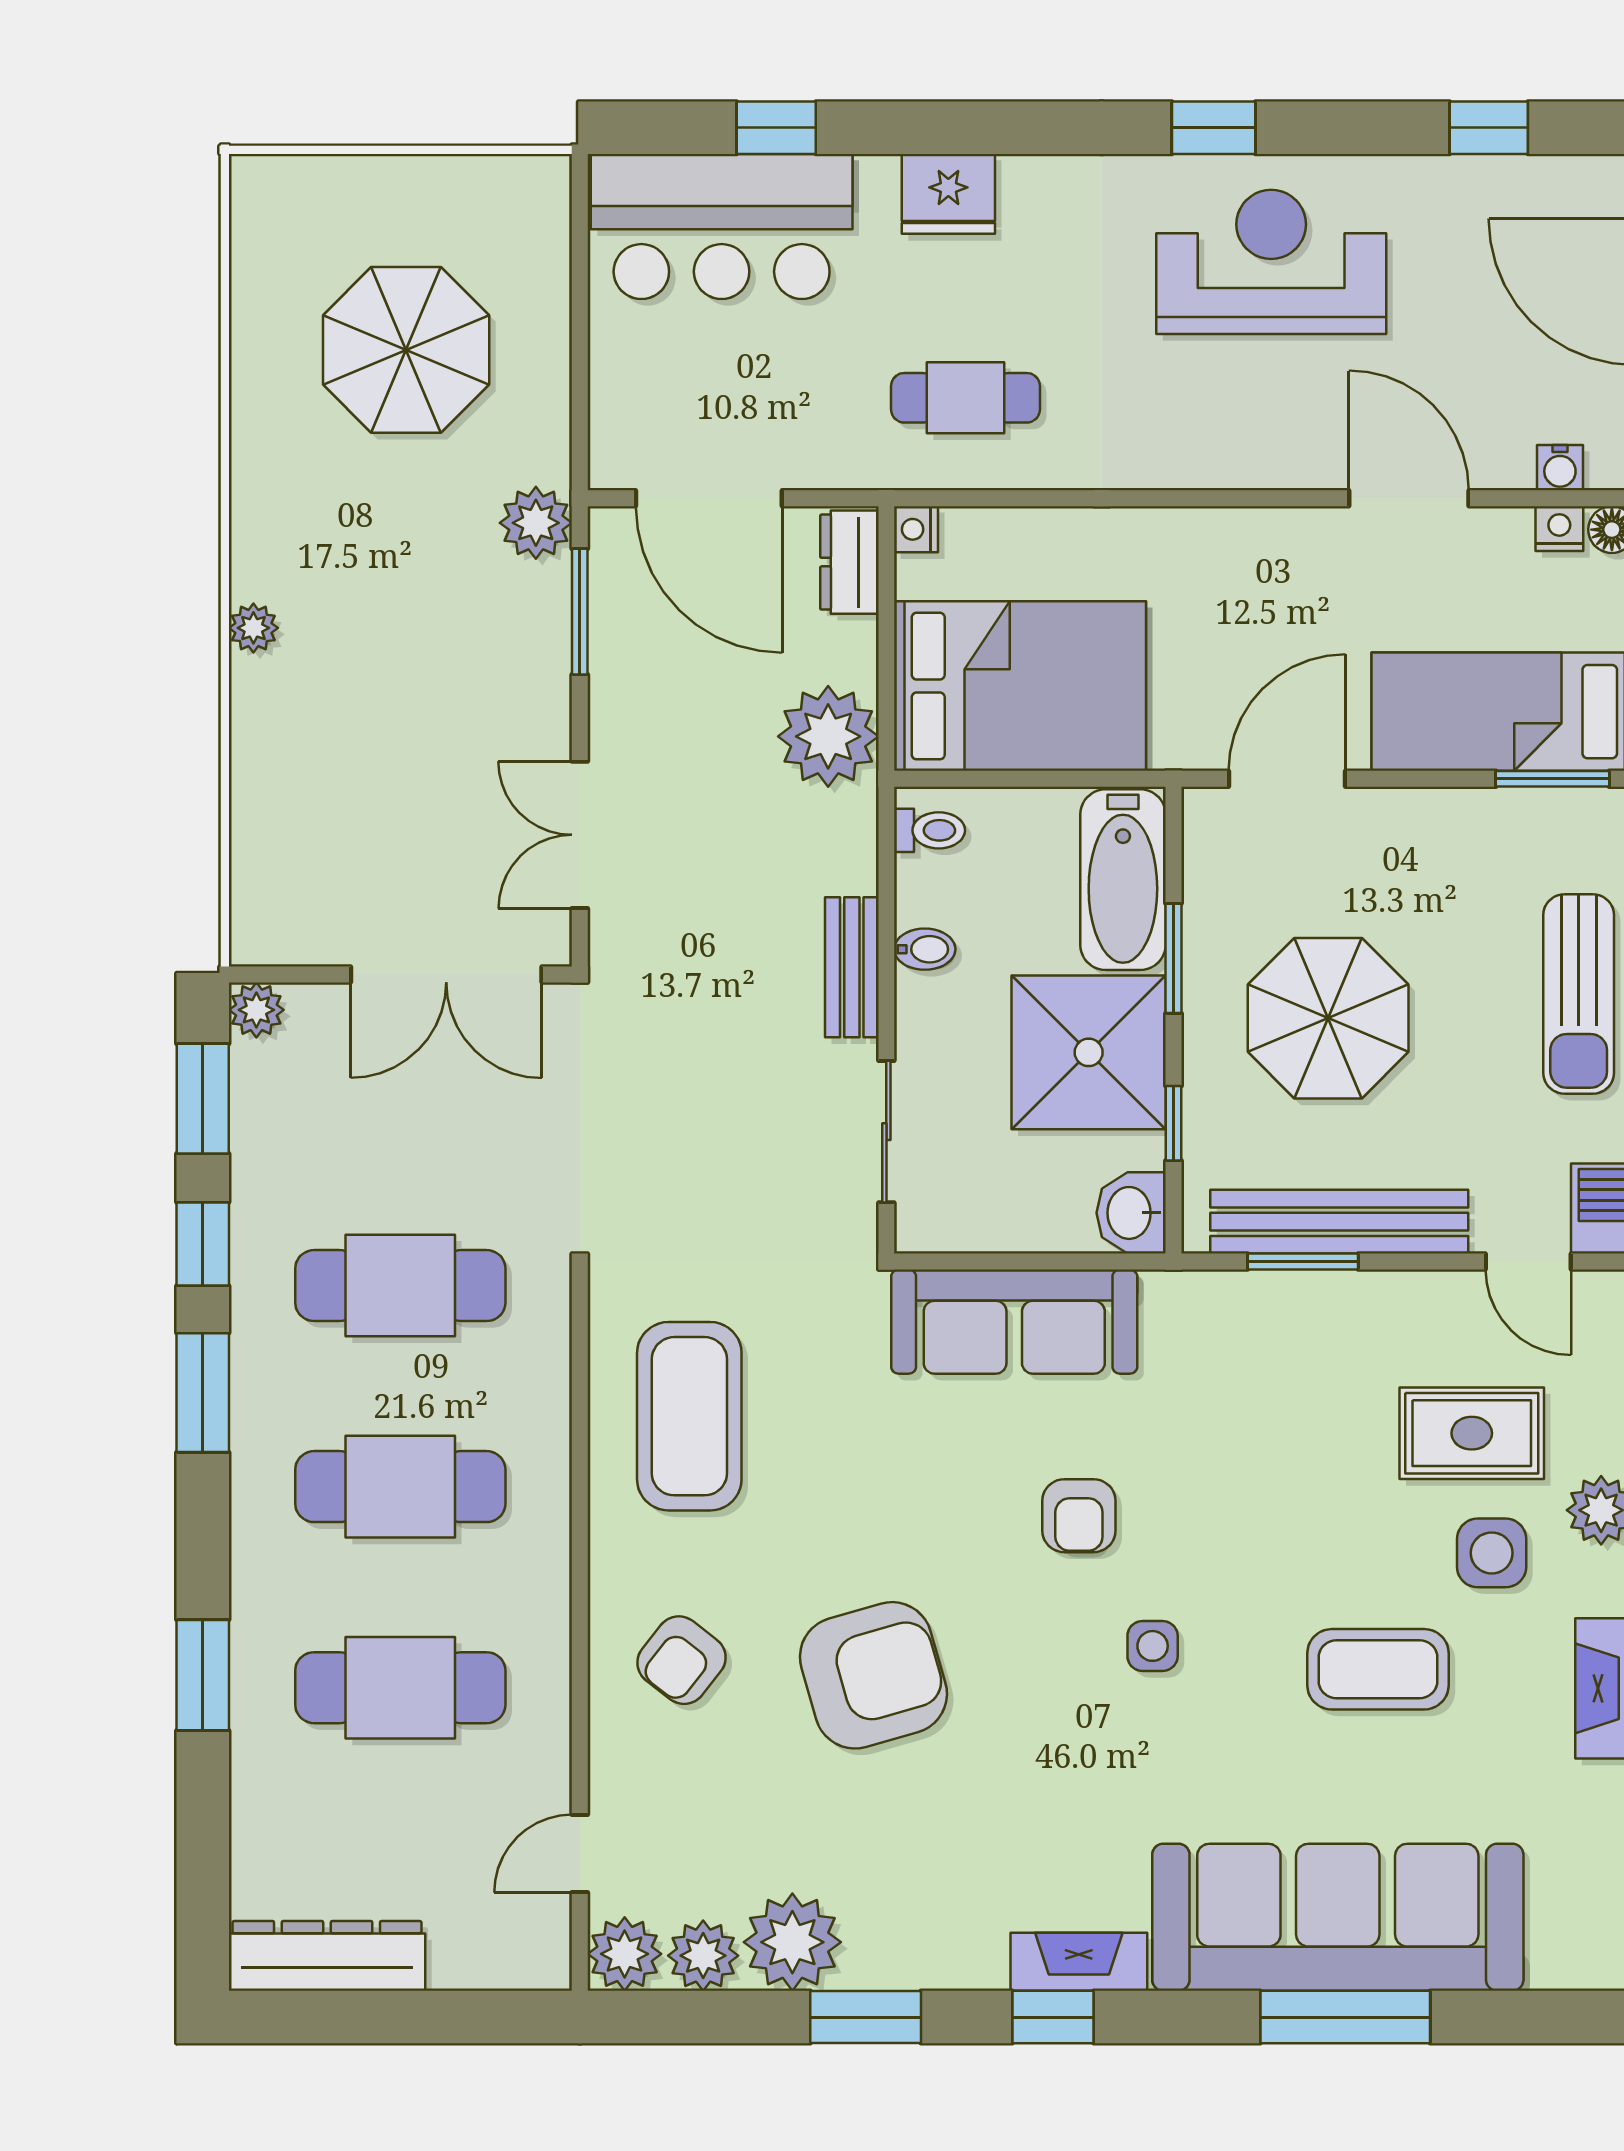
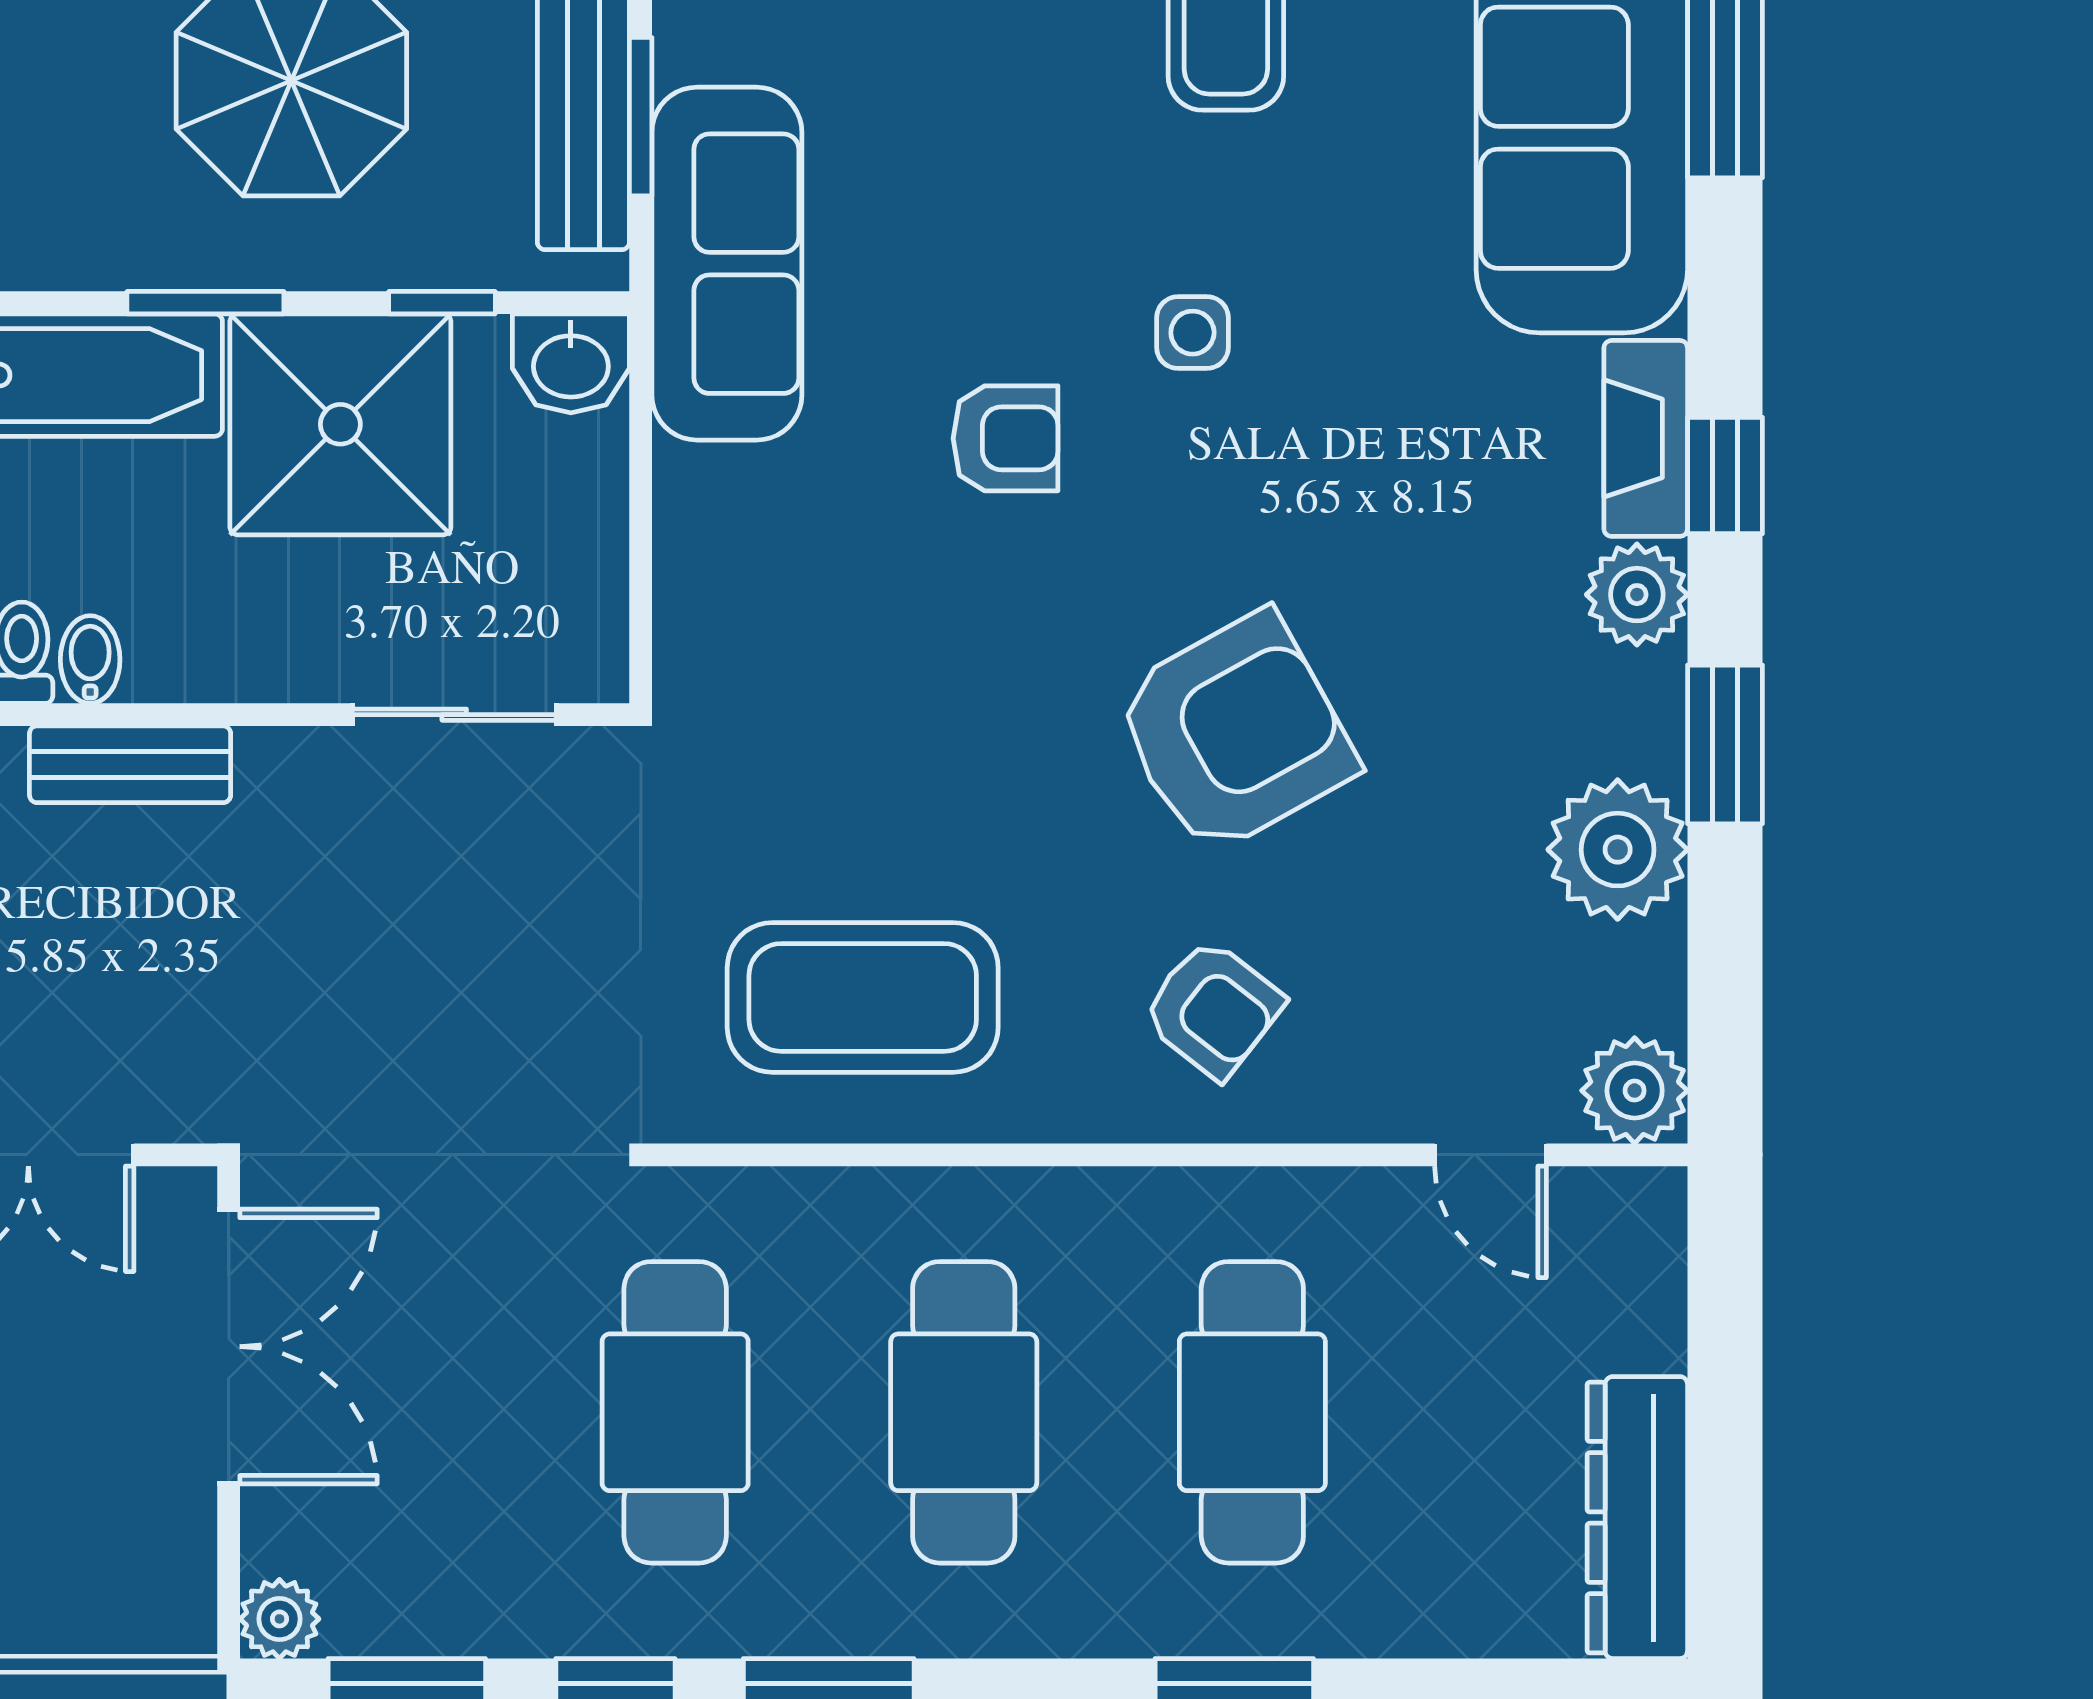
bidet: (925, 949) -> (90, 660), moved
bench: (852, 967) -> (130, 764), moved
sofa: (1014, 1322) -> (727, 264), moved
armchair: (873, 1675) -> (1235, 733), turned 77
plant: (703, 1956) -> (1637, 595), moved

